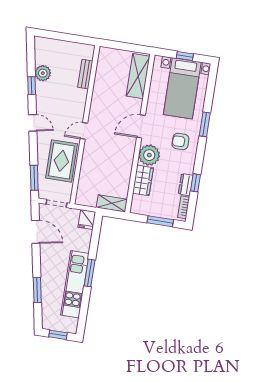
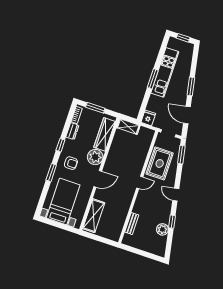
window: (185, 56) -> (57, 225), removed
wardrobe: (143, 180) -> (105, 134), width x1.50
window: (196, 183) -> (60, 145), moved
window: (37, 290) -> (191, 86), moved

